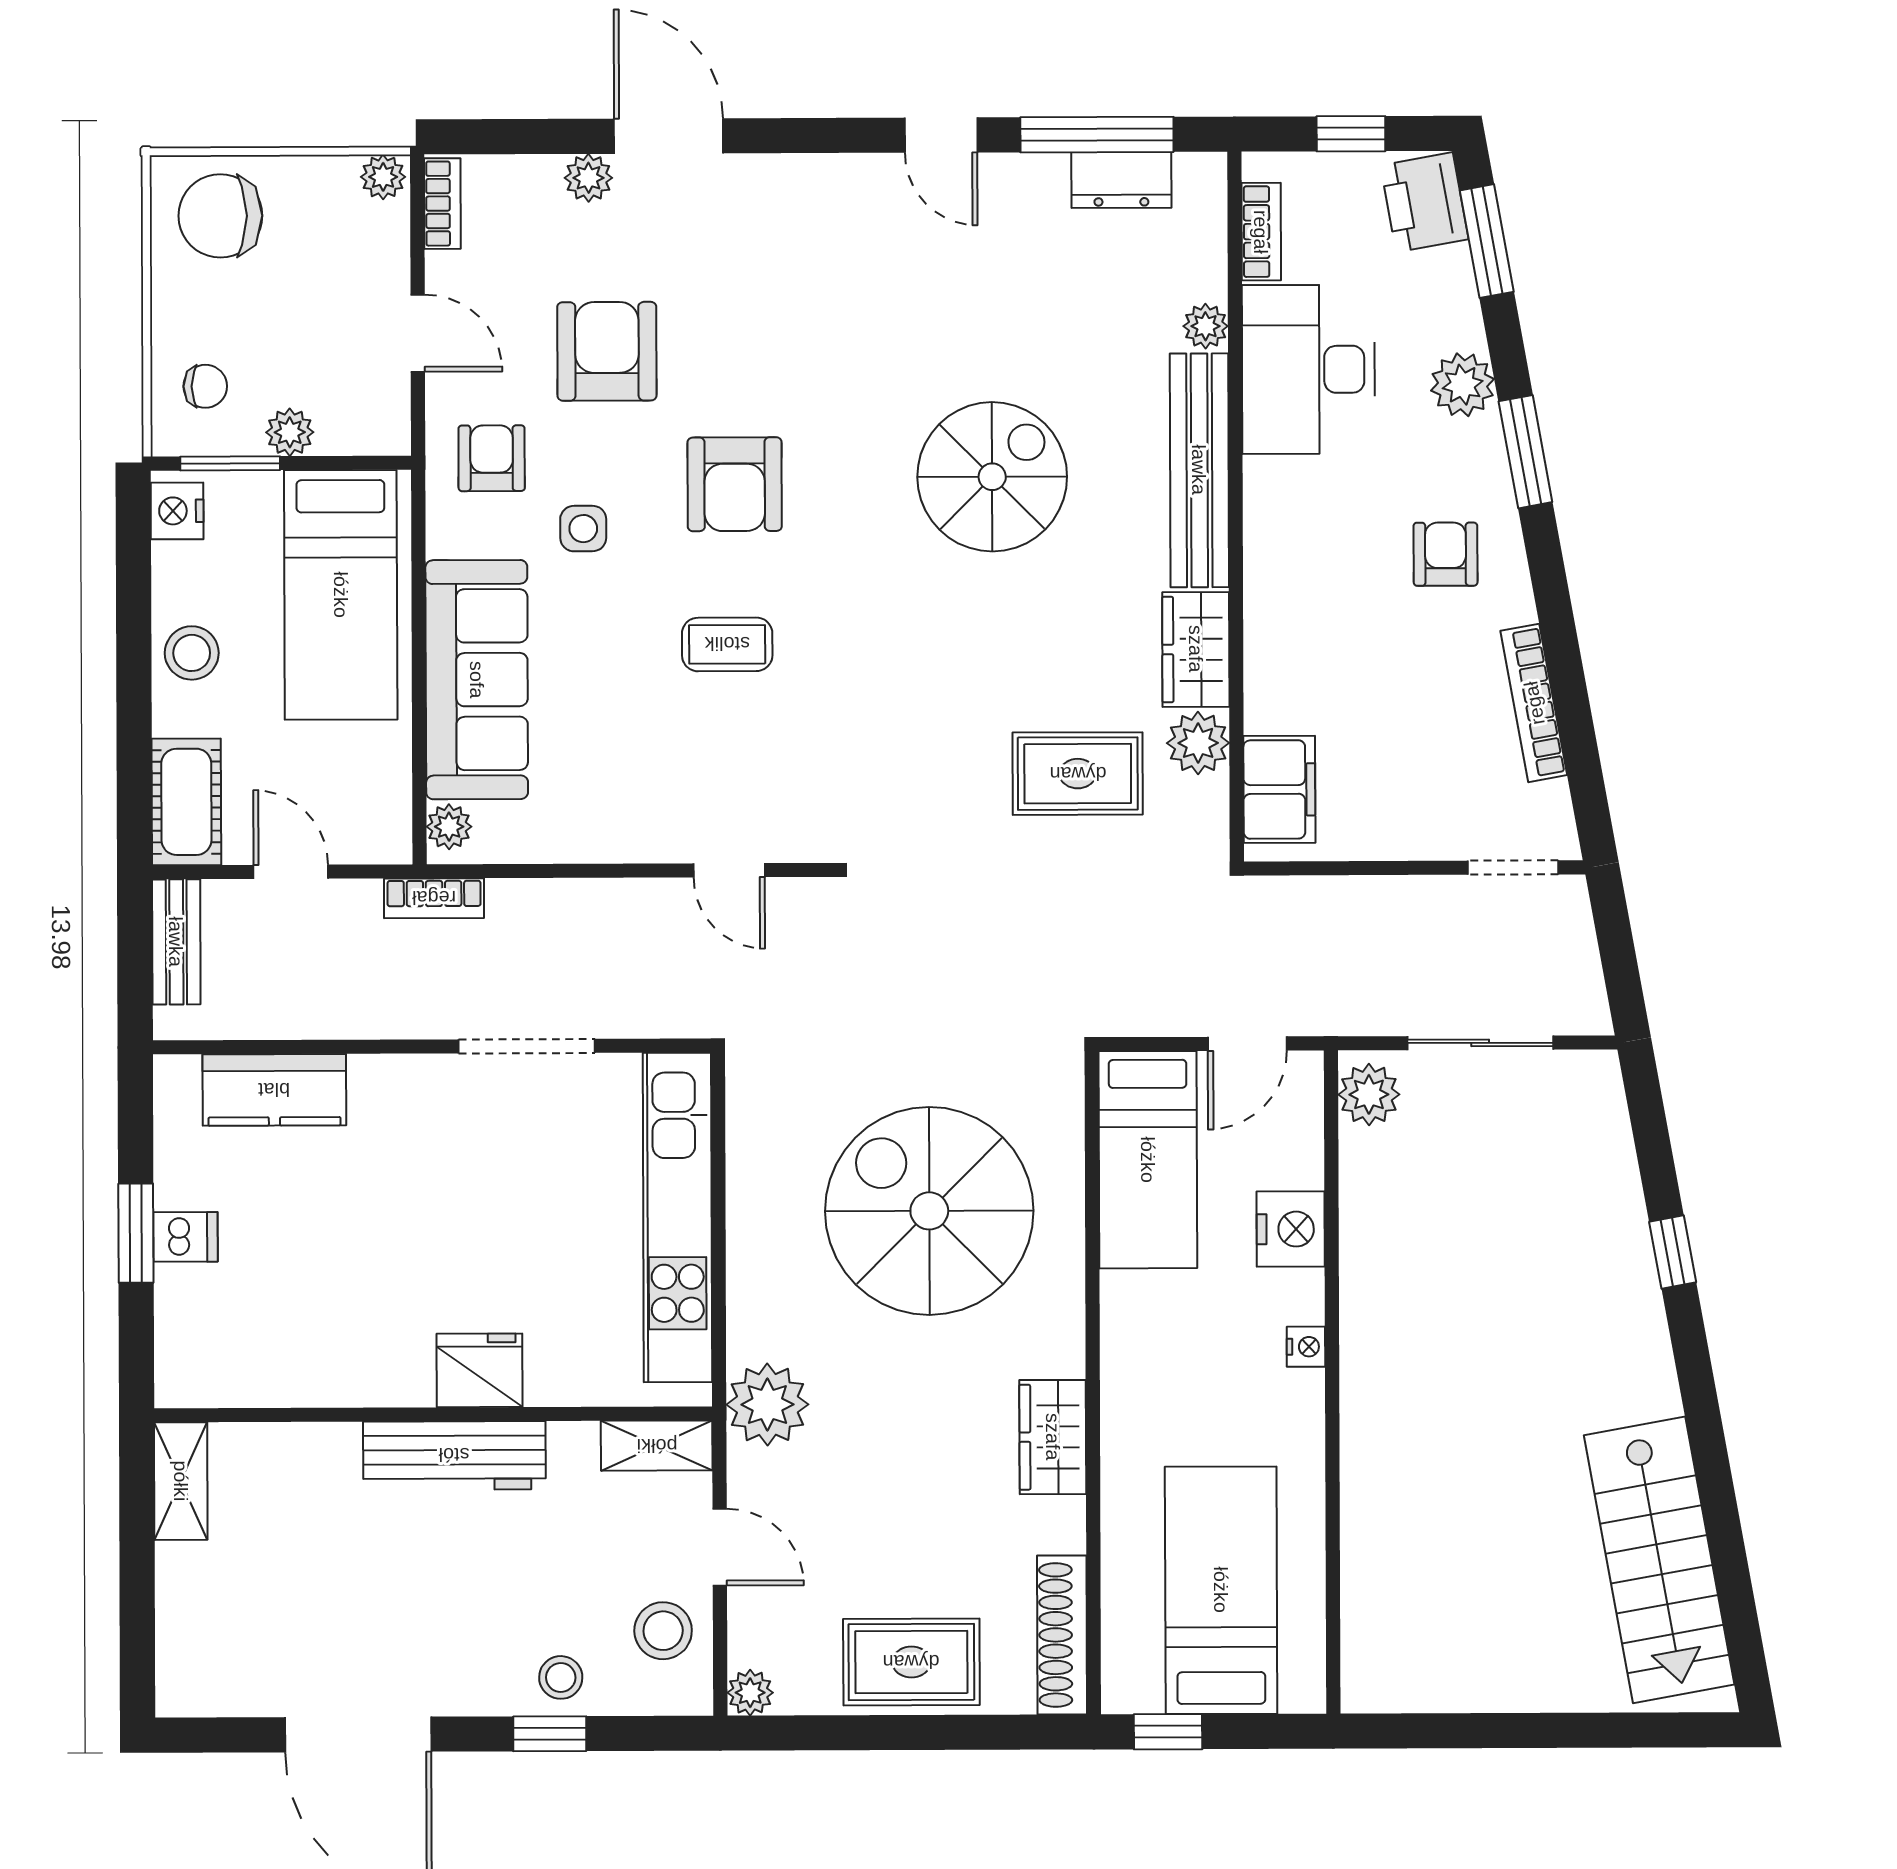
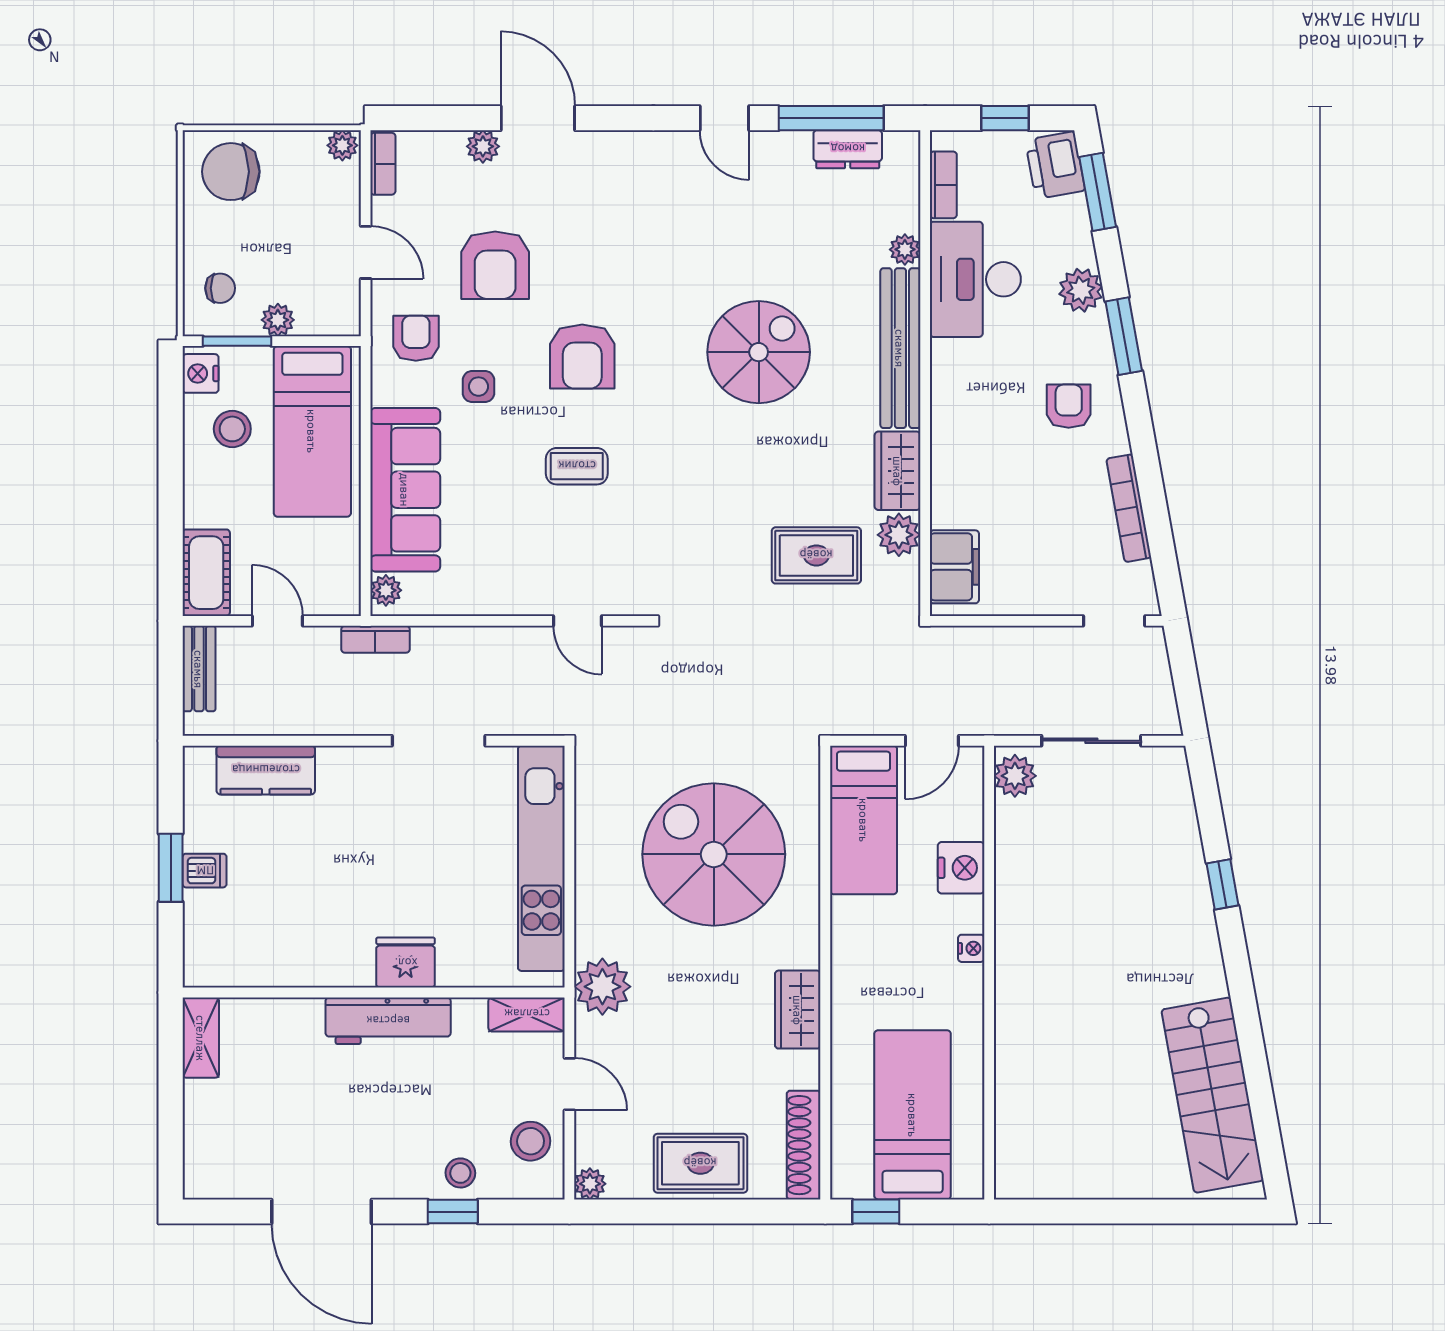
armchair: (607, 351) -> (495, 265), turned 180
stool: (192, 653) -> (232, 429), moved

